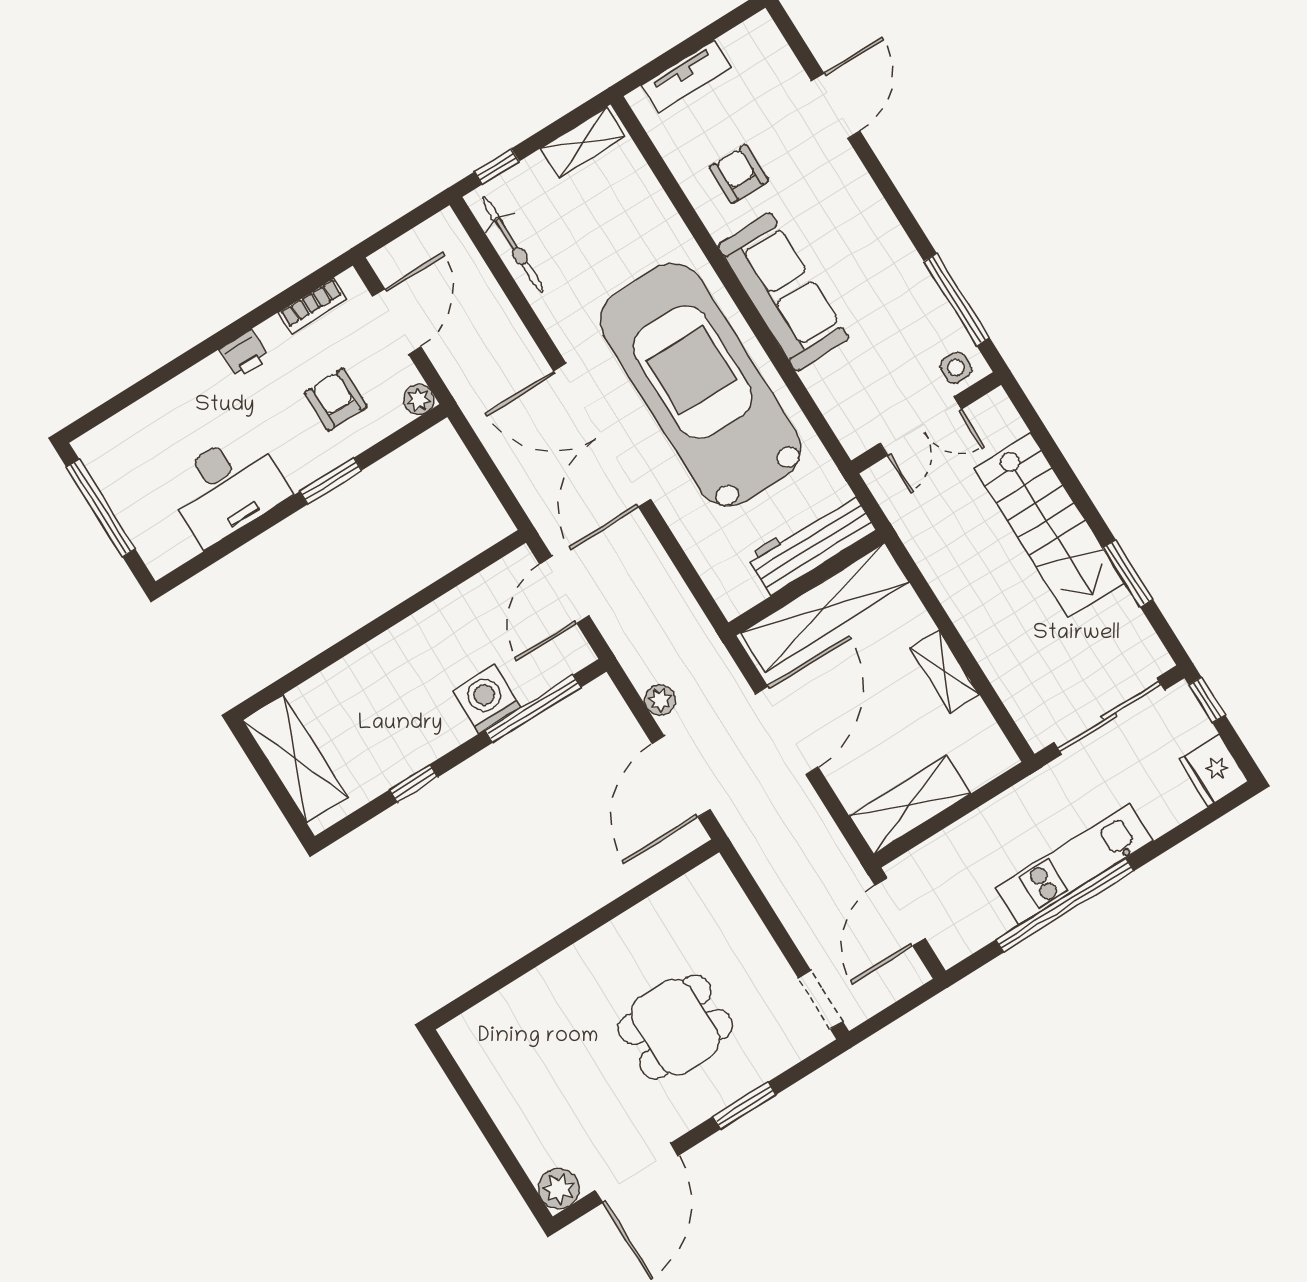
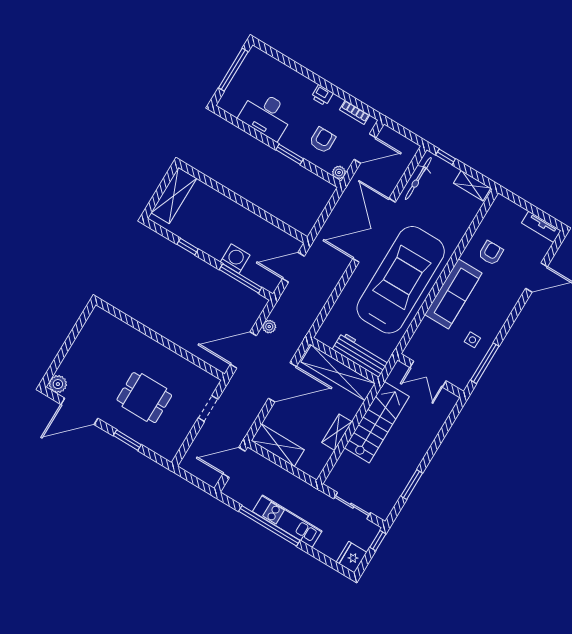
tv unit: (686, 76) -> (541, 227), moved
side table: (956, 368) -> (472, 340), moved
double door: (602, 435) -> (374, 230), moved
stairs: (1049, 525) -> (377, 422), moved, turned 180
sliding door: (1109, 716) -> (352, 506), width x0.73
doorway: (820, 1000) -> (208, 409), moved

